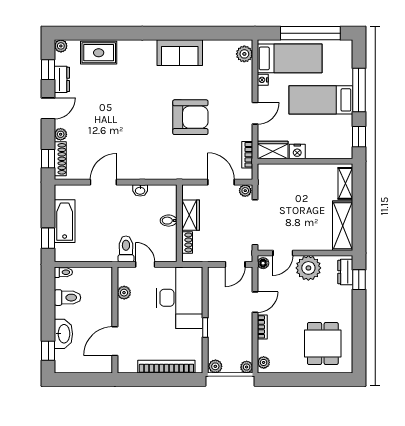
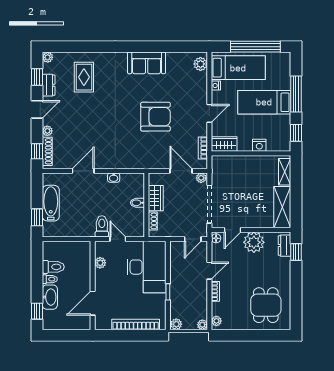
rug: (99, 53) -> (84, 77), moved, turned 90
nightstand: (297, 151) -> (259, 145), moved
toilet: (63, 272) -> (50, 279), moved

